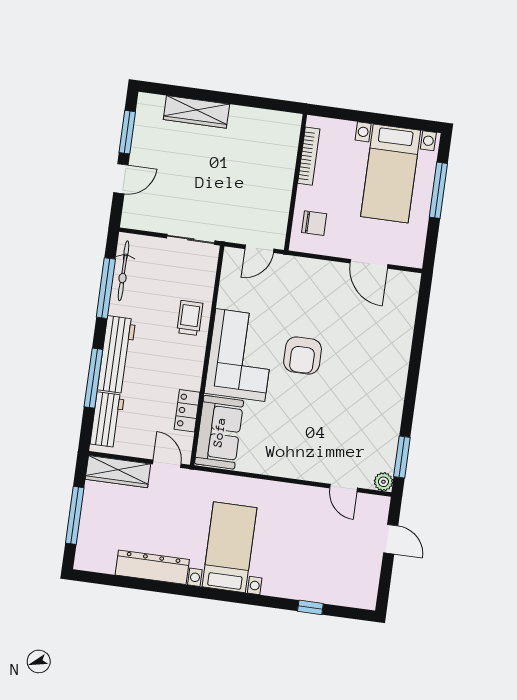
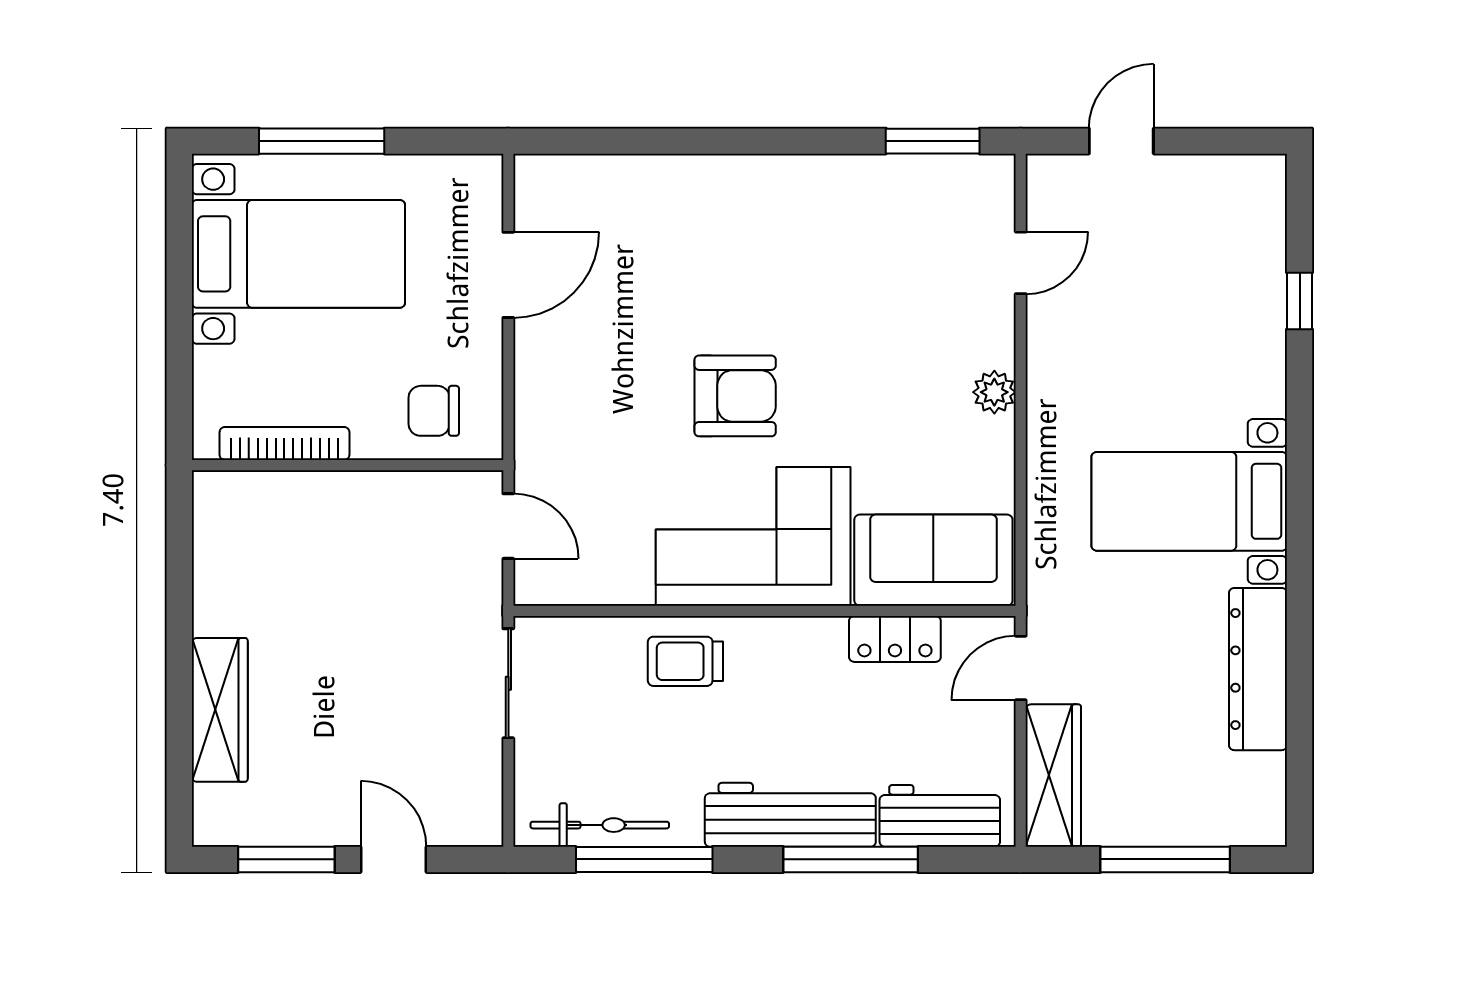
chair: (314, 223) -> (434, 411), turned -90
plant: (383, 482) -> (994, 392), moved

